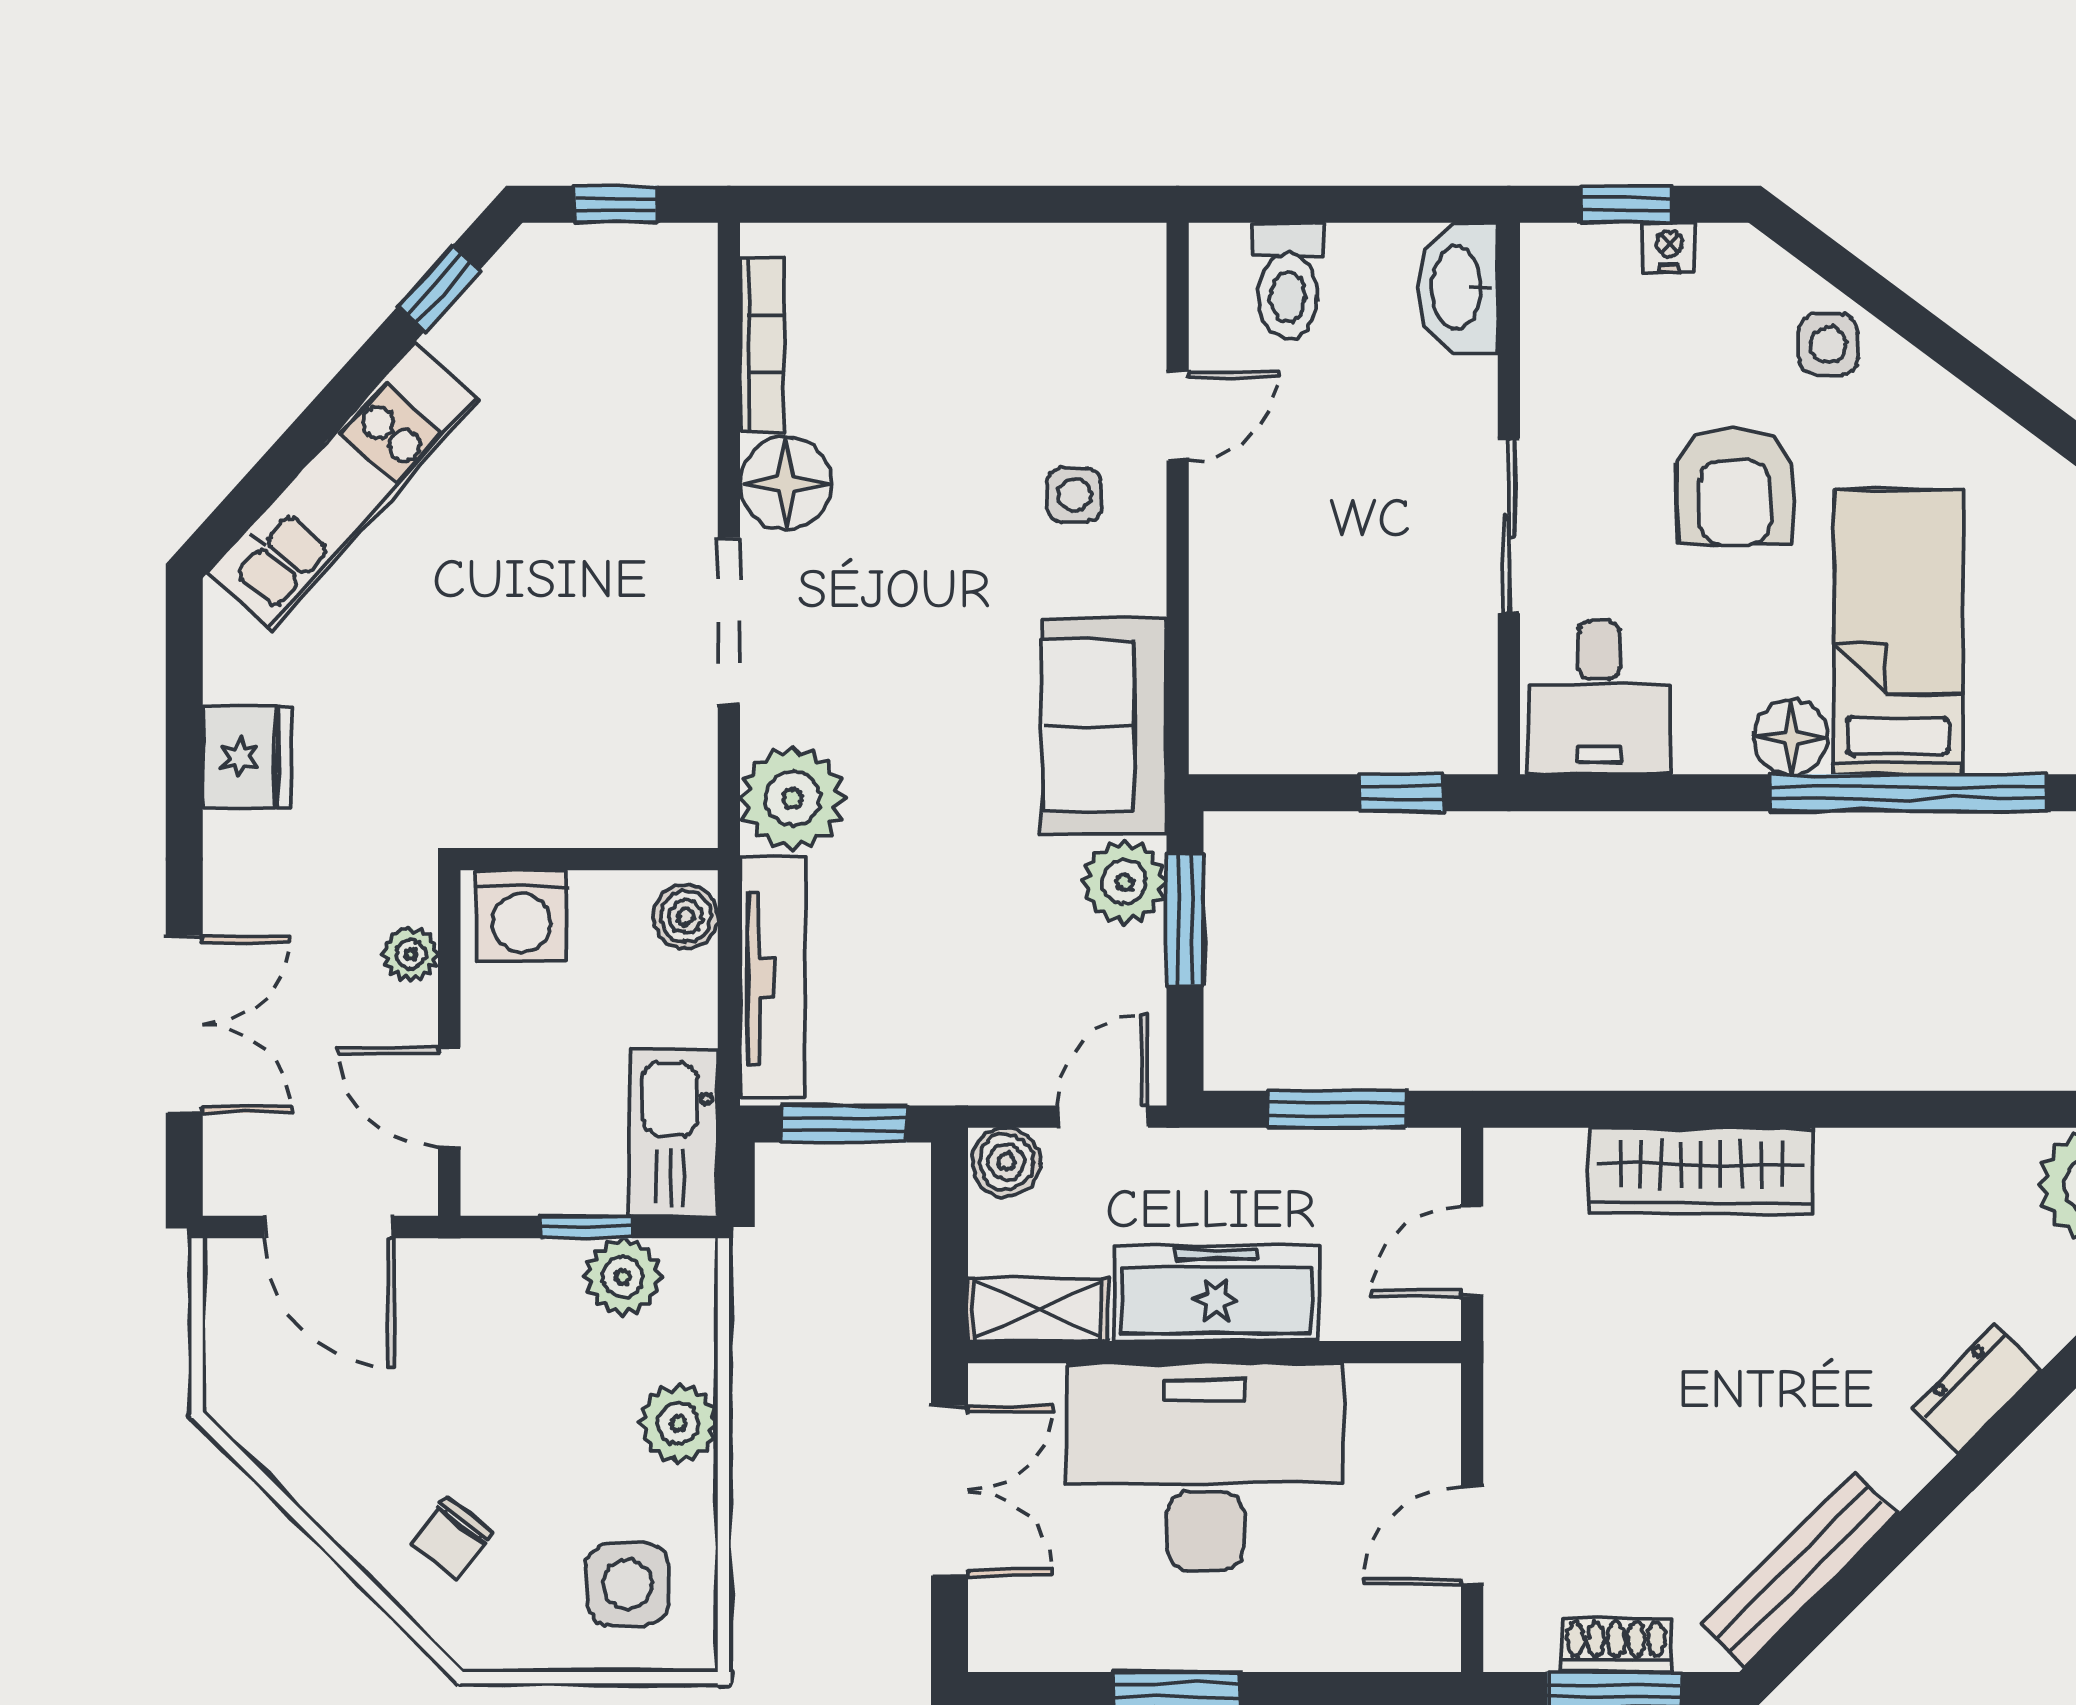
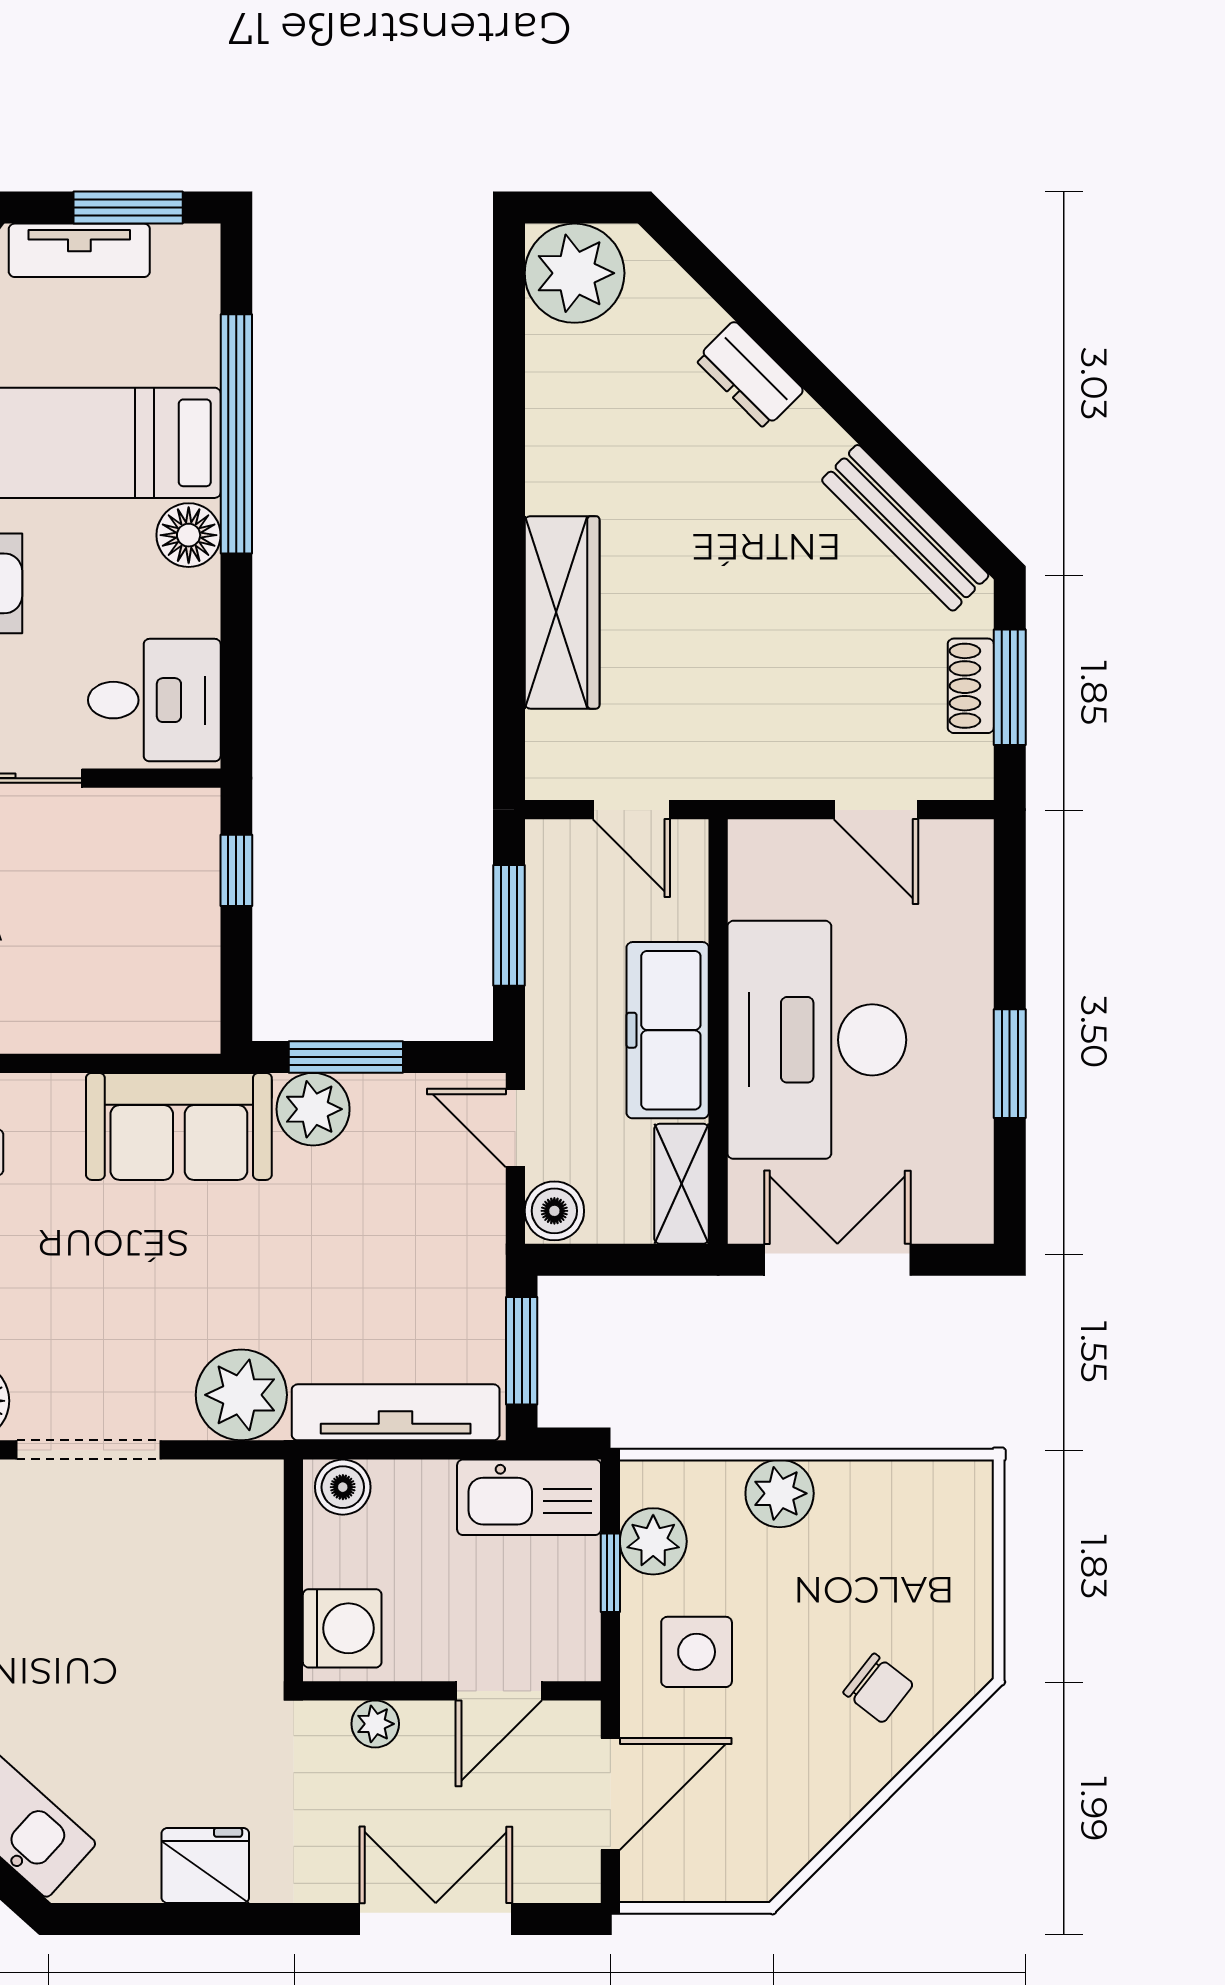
side table: (628, 1584) -> (697, 1652), moved

